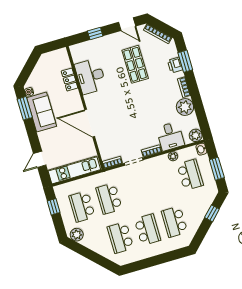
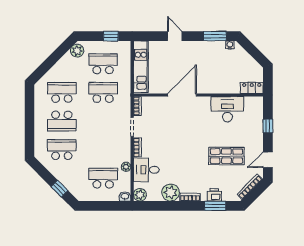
locker: (69, 80) -> (252, 88), moved
sofa: (42, 112) -> (207, 51), removed
door: (40, 159) -> (175, 36), moved
window: (217, 169) -> (101, 206), removed
school desk: (190, 175) -> (103, 178), turned 180

